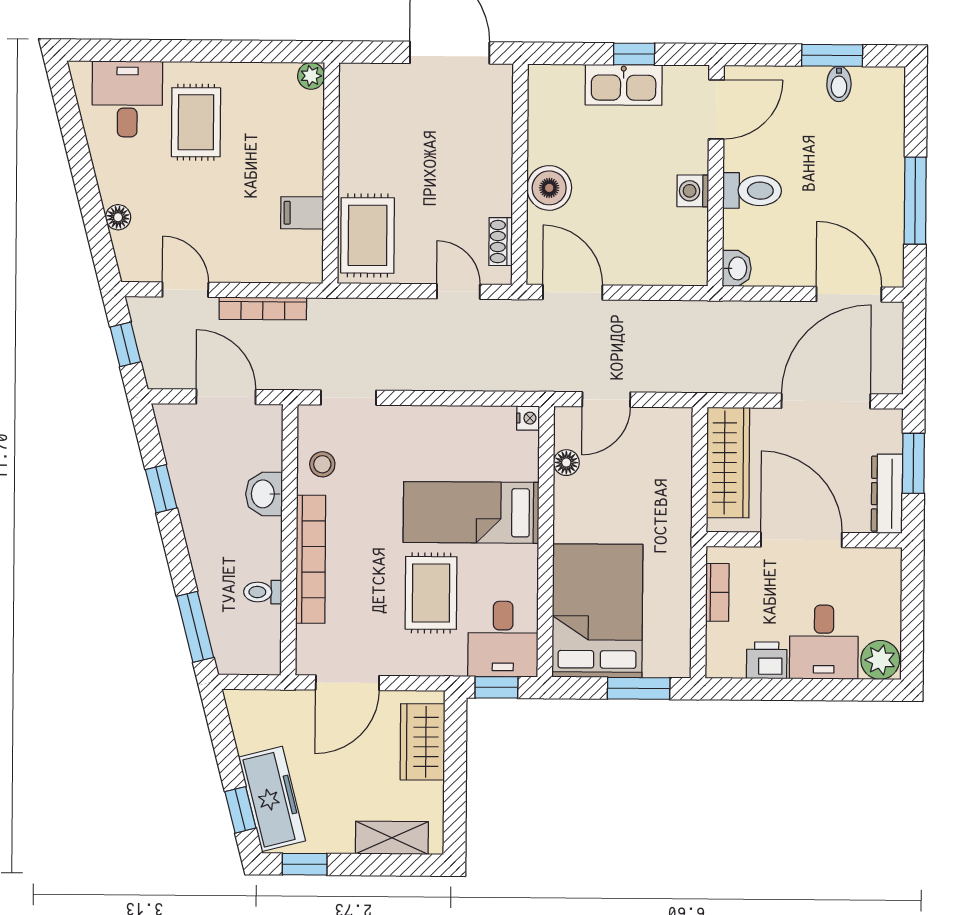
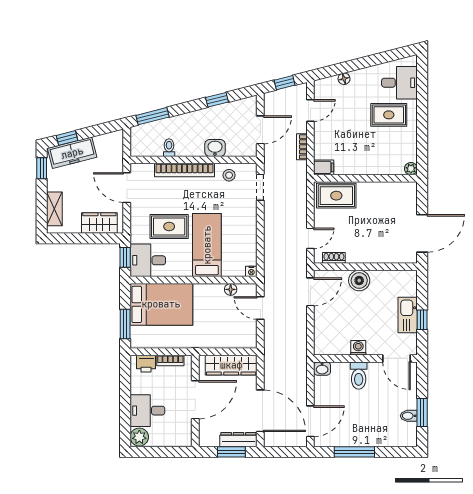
filing cabinet: (302, 213) -> (324, 167), moved, turned 90
bookcase: (263, 308) -> (302, 147), width x0.64
dresser: (887, 494) -> (238, 440), moved
printer: (767, 660) -> (146, 364), moved, turned 90

